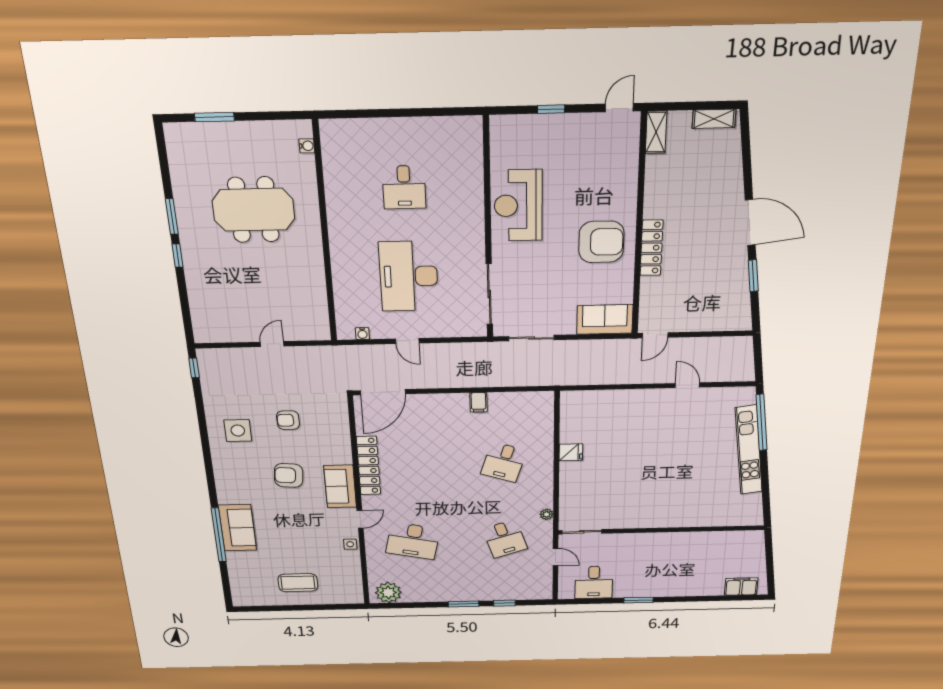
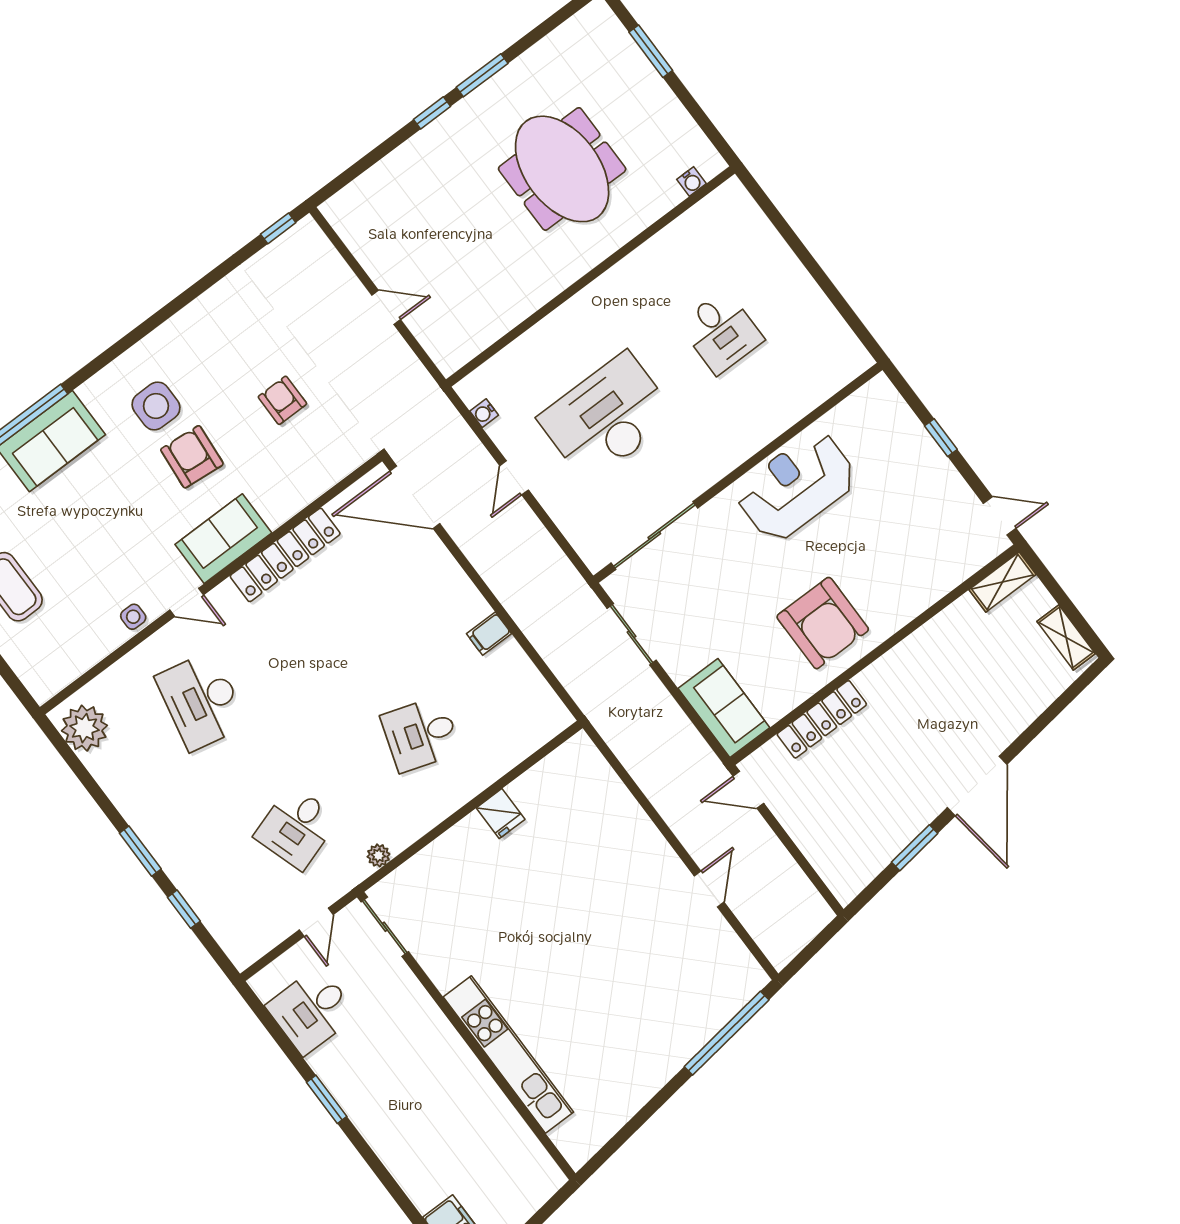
desk: (404, 187) -> (721, 332), turned -90
locker: (652, 248) -> (822, 719), moved
side table: (238, 430) -> (156, 406), moved
kitchen unit: (749, 450) -> (508, 1054), moved, turned 98

